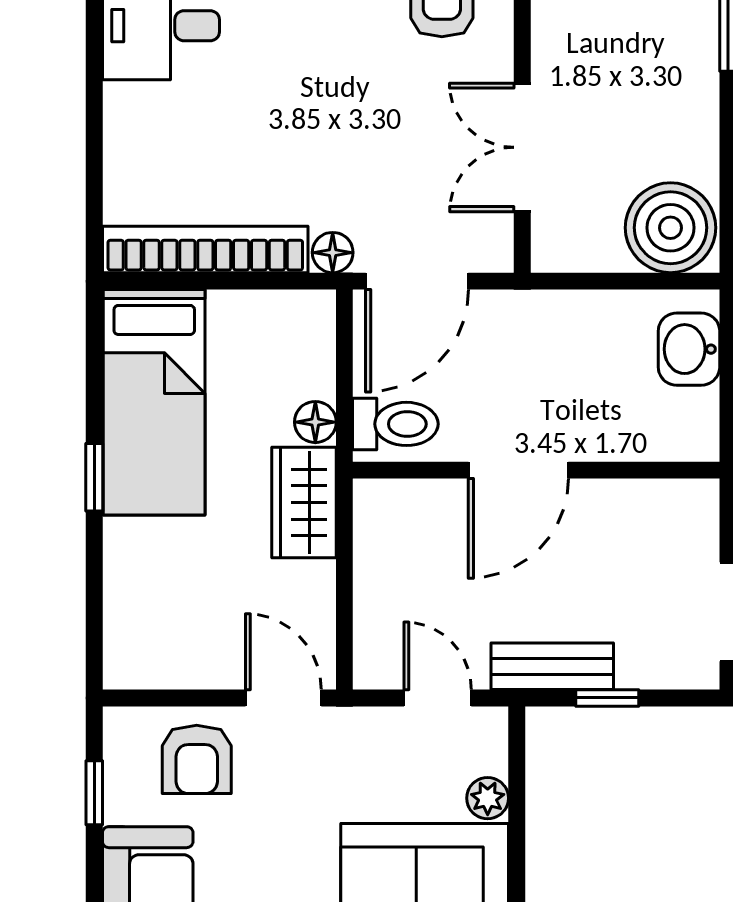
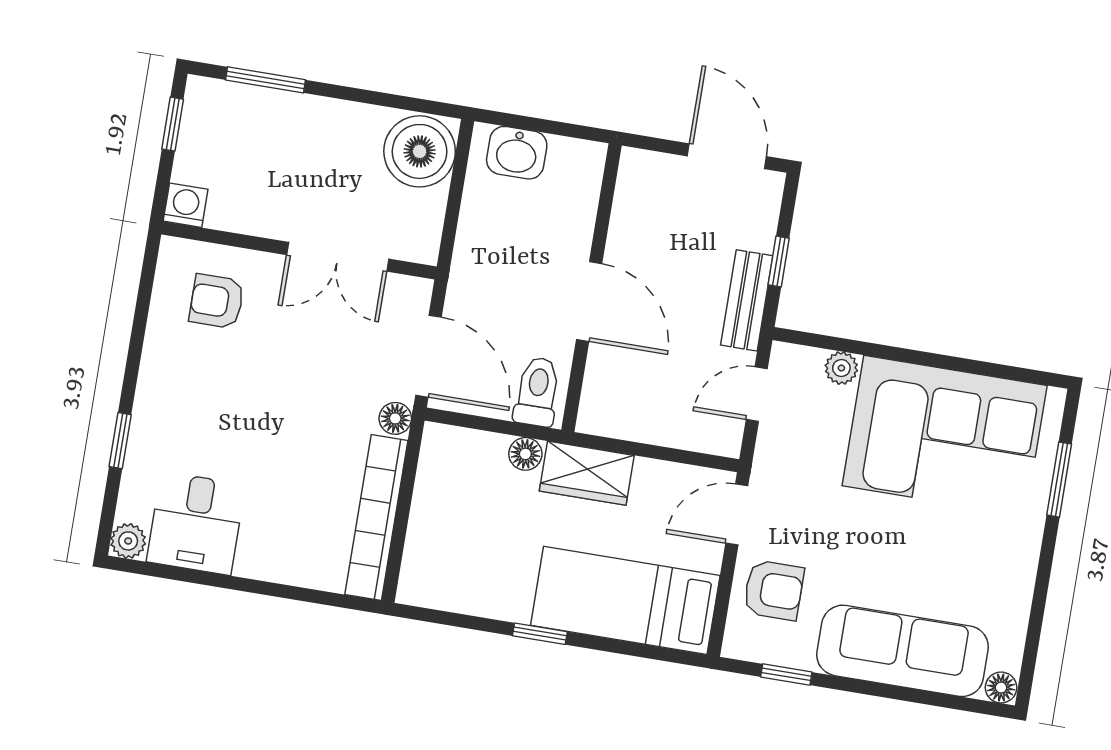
bed: (154, 402) -> (625, 600), moved, turned 180

